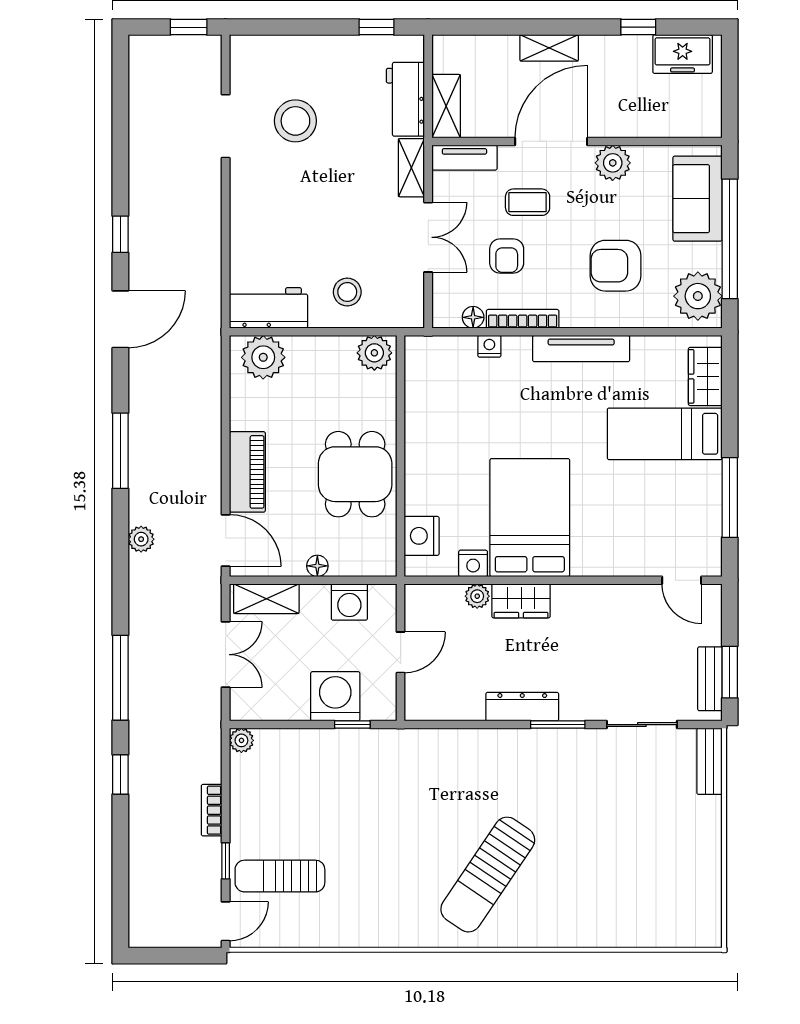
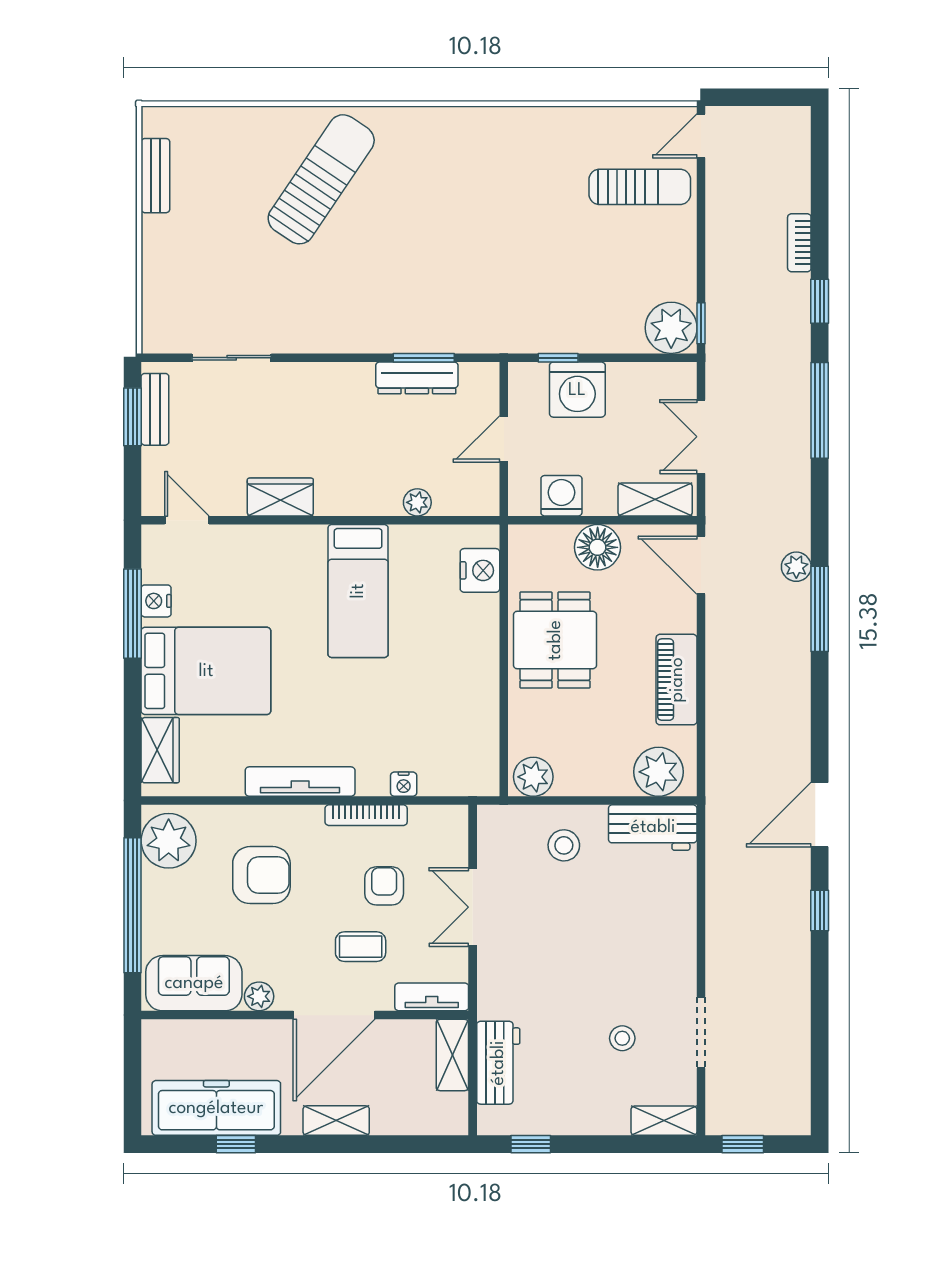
freezer: (683, 54) -> (216, 1108), width x1.91, depth x1.26
stool: (295, 121) -> (622, 1038), width x0.53, depth x0.53
plant: (613, 163) -> (259, 996), width x0.73, depth x0.73
shelving: (411, 168) -> (664, 1121), moved, turned 90
sofa: (698, 199) -> (194, 983), moved, turned -90
floor lamp: (473, 317) -> (422, 817), removed
bed: (665, 434) -> (206, 671), width x1.50
window: (120, 451) -> (820, 609), moved
piano: (247, 472) -> (677, 680), moved
bed: (530, 518) -> (358, 591), width x0.67
nightstand: (473, 563) -> (156, 601), moved, turned -90
floor lamp: (317, 566) -> (598, 547), width x1.89, depth x1.89
wardrobe: (521, 601) -> (280, 497), moved
dresser: (522, 707) -> (417, 378), moved
window: (558, 725) -> (424, 358), moved
plant: (241, 740) -> (671, 328), width x1.88, depth x1.88
bench: (710, 761) -> (155, 176), moved
bookcase: (212, 810) -> (799, 243), moved, turned 180
window: (226, 861) -> (701, 323), moved
sun lounger: (488, 875) -> (321, 179), moved

